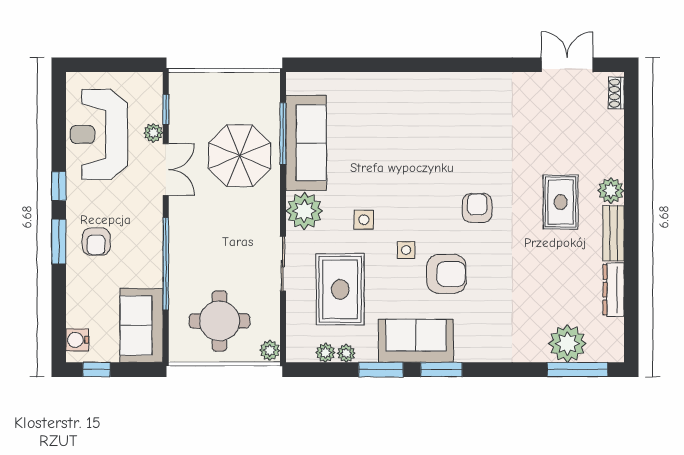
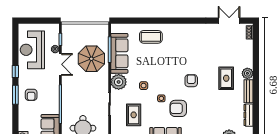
coffee table: (381, 104) -> (151, 37), added
armchair: (446, 274) -> (178, 108), turned 180
rug: (340, 289) -> (134, 115), width x0.73, depth x0.70

